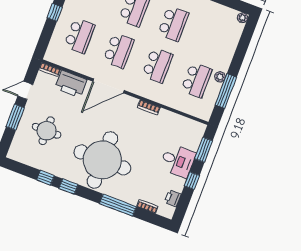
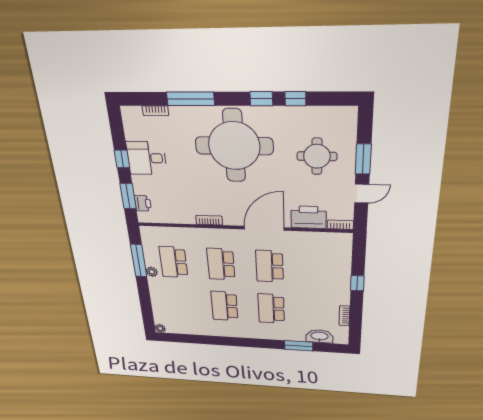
school desk: (79, 36) -> (319, 268), removed
desk: (178, 161) -> (147, 158), moved
printer: (173, 198) -> (143, 203), moved

